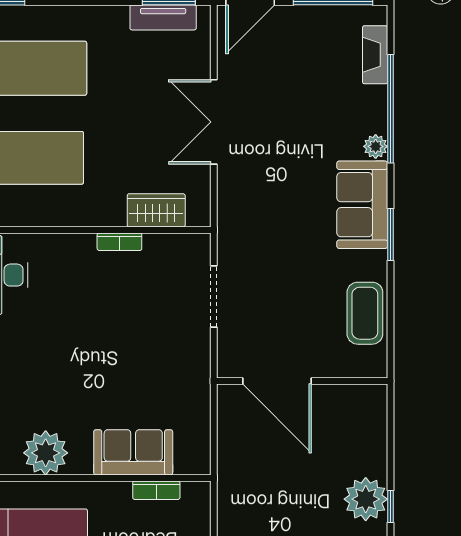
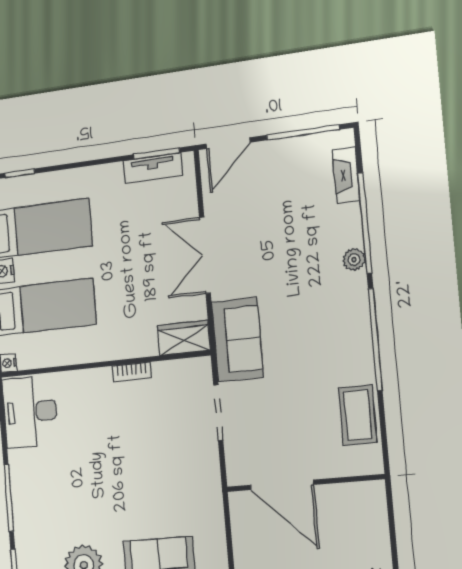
sofa: (362, 205) -> (238, 340), moved, turned 180
wardrobe: (156, 210) -> (184, 338), moved
window: (390, 234) -> (375, 339), width x2.11

